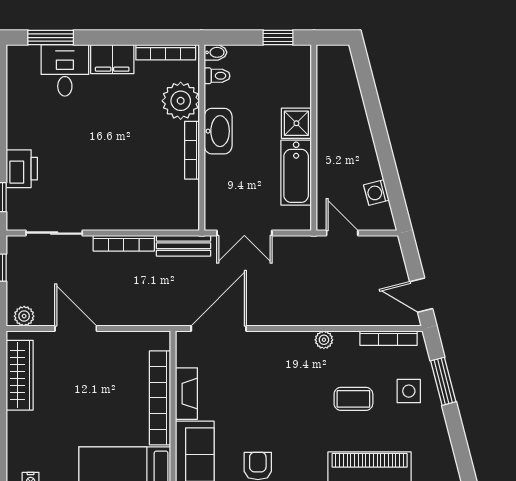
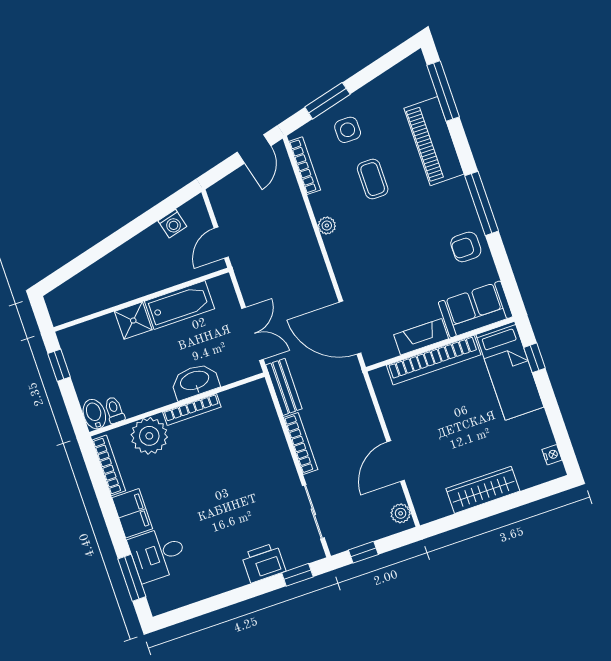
bidet: (215, 52) -> (94, 414), width x1.38, depth x1.36
washbasin: (218, 131) -> (195, 381), moved
wardrobe: (20, 375) -> (483, 490), moved

